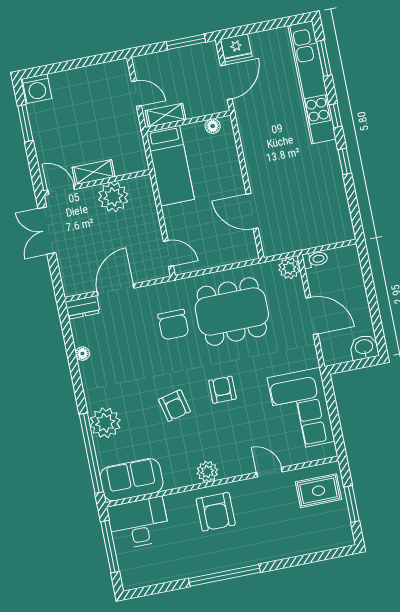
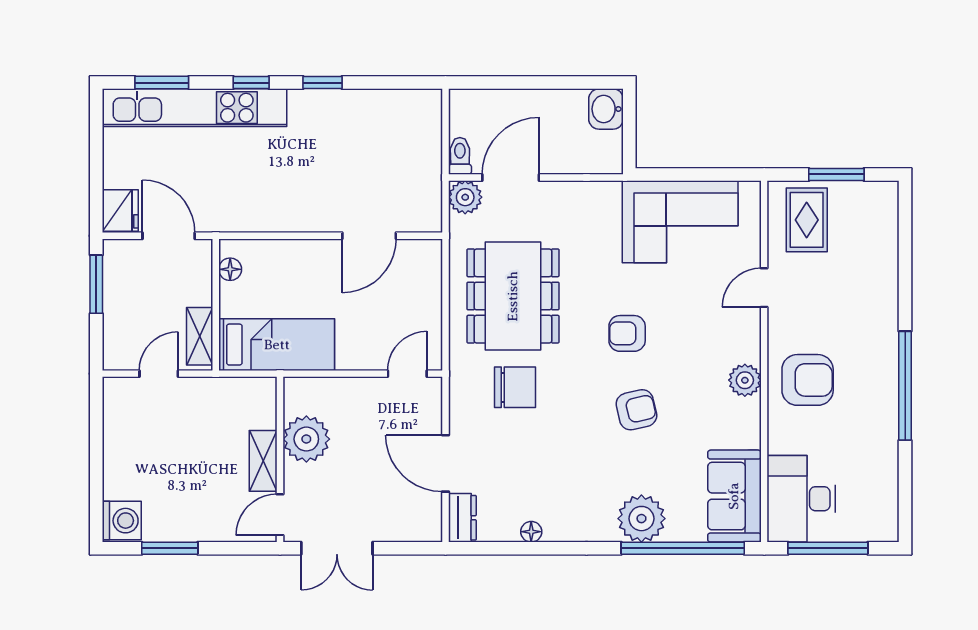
door: (312, 316) -> (511, 178), moved

